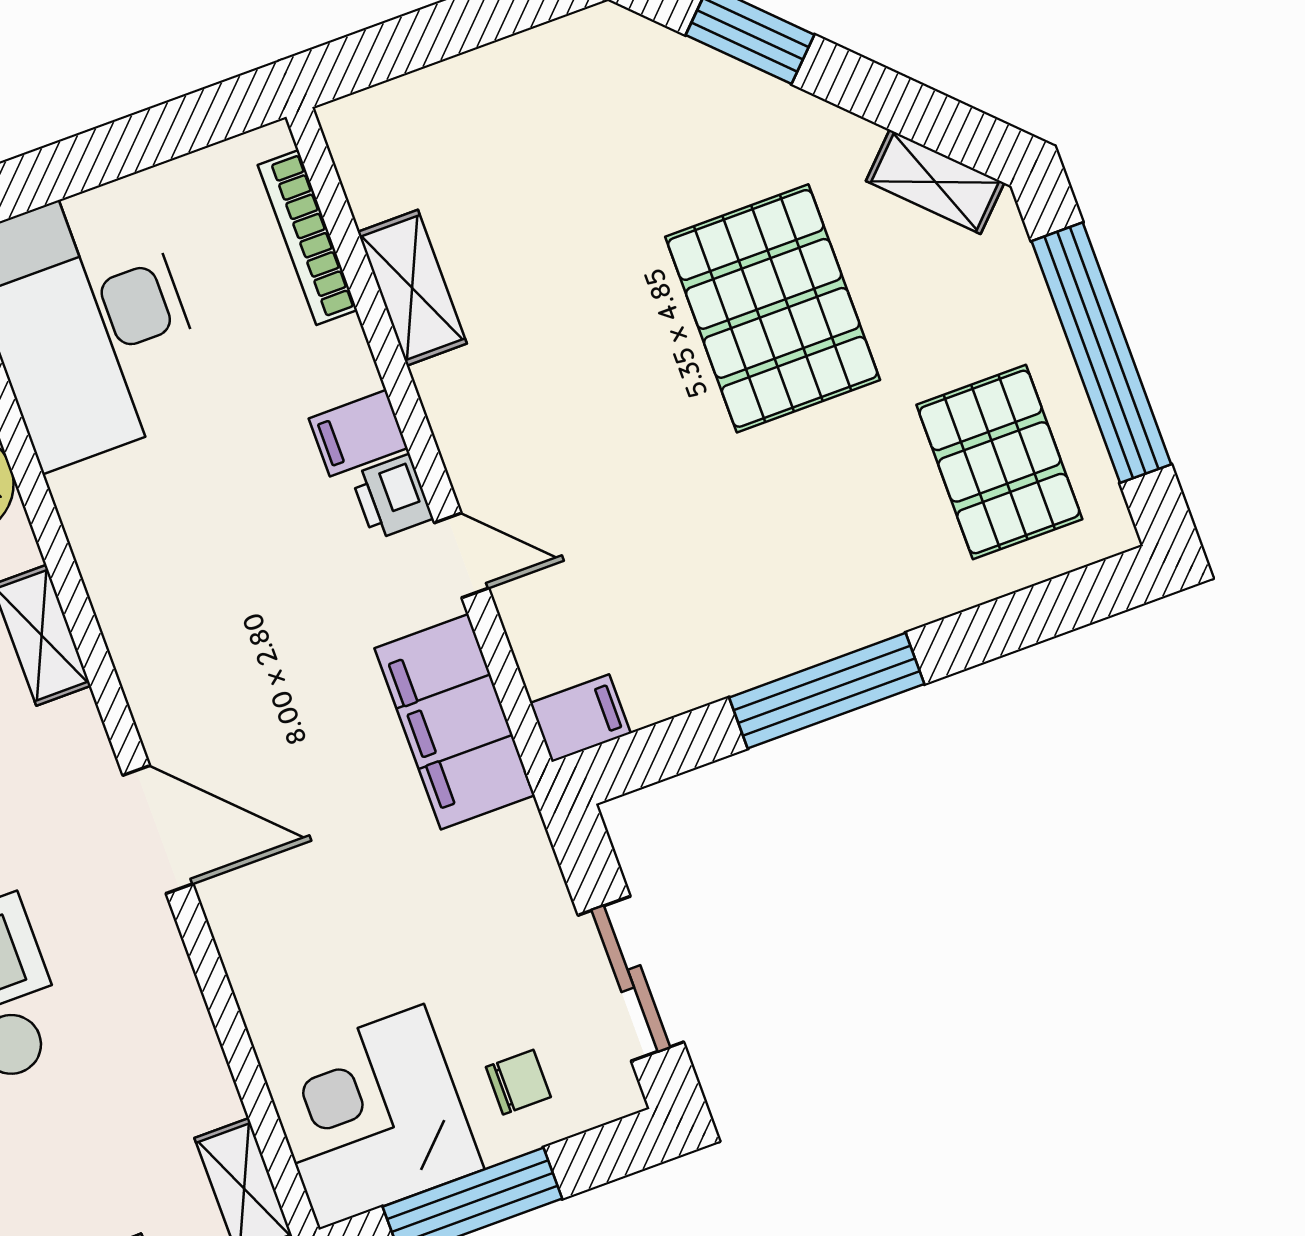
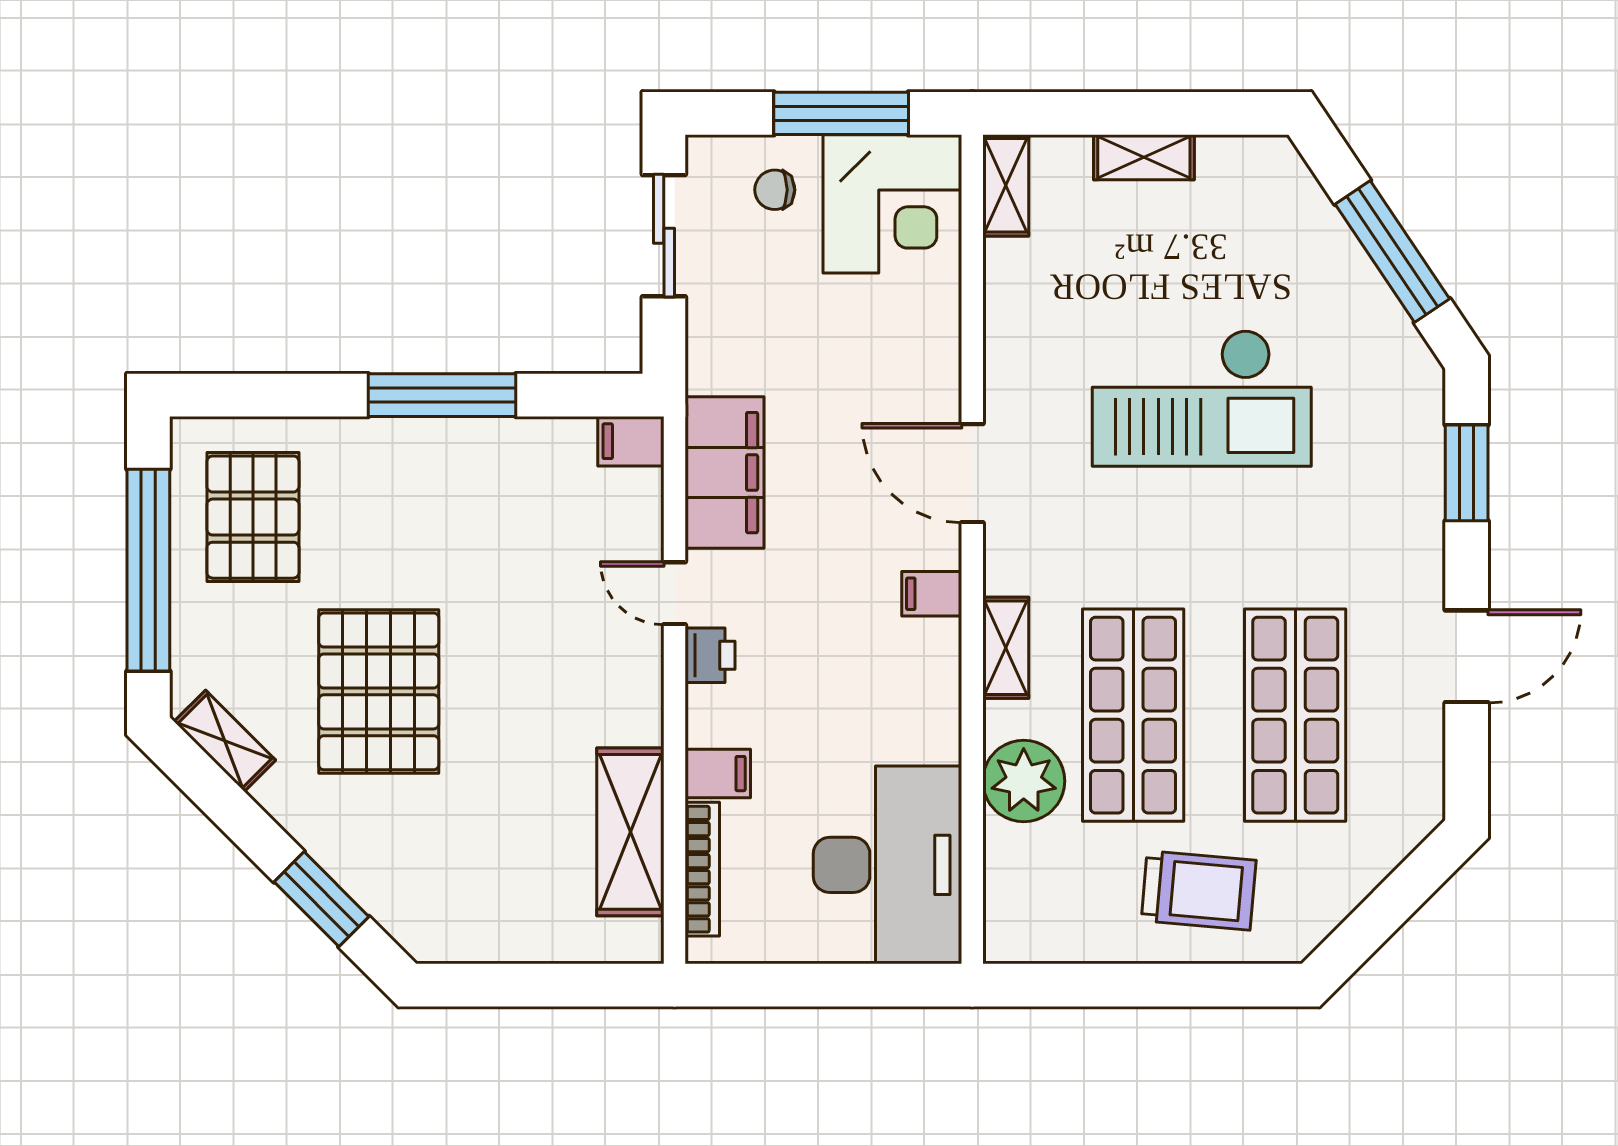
shelving: (412, 288) -> (630, 832), width x1.50, depth x1.33
filing cabinet: (358, 433) -> (718, 774), moved
filing cabinet: (154, 667) -> (932, 594), added

